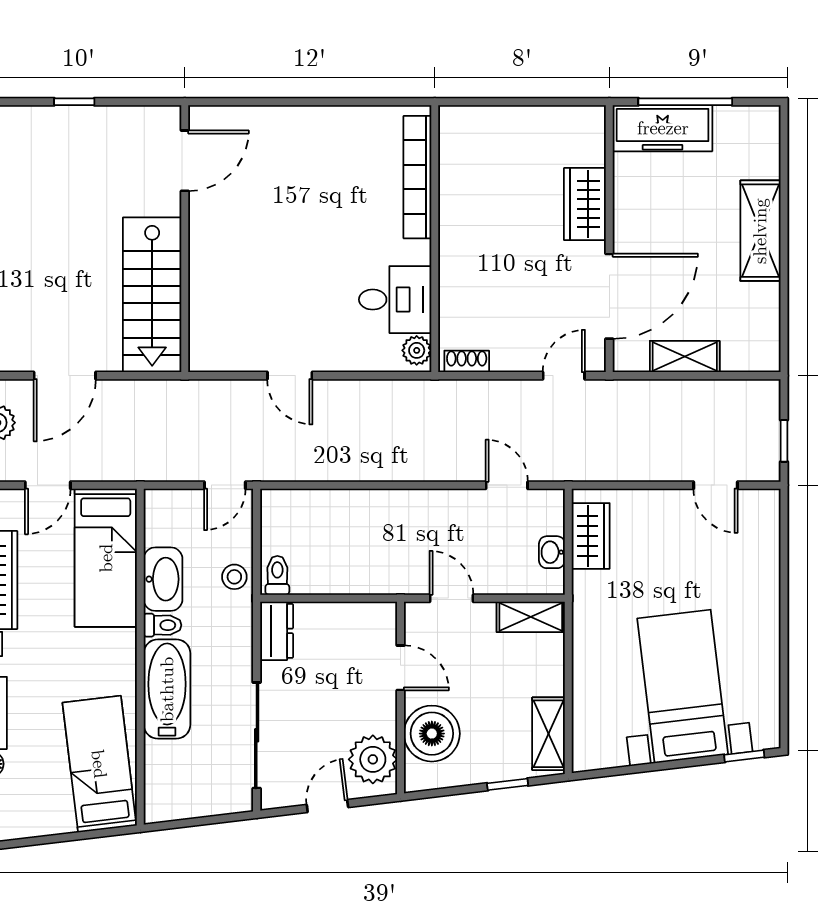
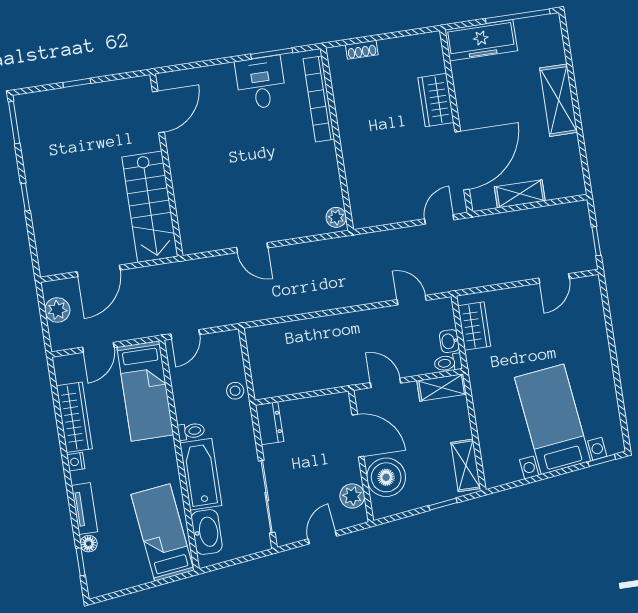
window: (360, 102) -> (272, 53), added
window: (685, 102) -> (518, 16), moved
desk: (395, 300) -> (261, 83), moved, turned -90
shoe rack: (467, 361) -> (362, 50), moved, turned 180
door: (225, 485) -> (185, 334), moved
door: (715, 485) -> (554, 278), hinge flipped
toilet: (277, 575) -> (448, 363), moved, turned -90
washbasin: (163, 579) -> (207, 532), moved
door: (400, 668) -> (358, 436), width x1.37
plant: (373, 759) -> (352, 496), width x0.73, depth x0.73

